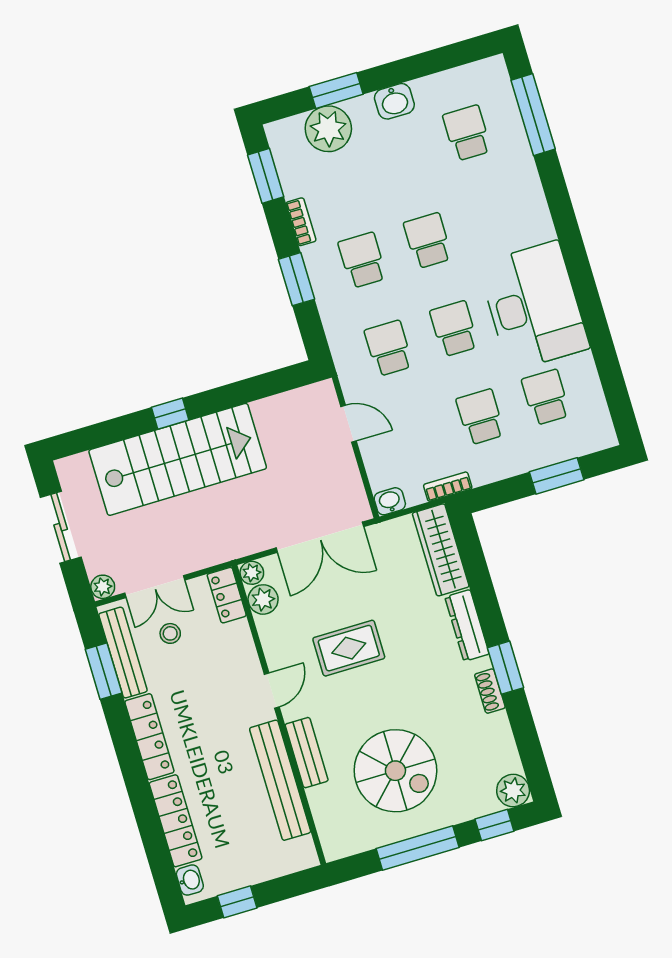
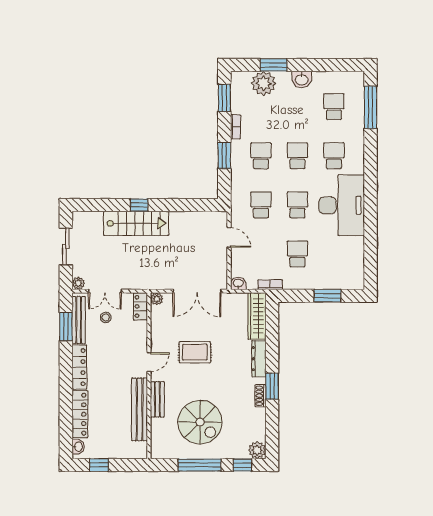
school desk: (546, 397) -> (334, 156), moved
stairs: (178, 459) -> (136, 223), width x0.73, depth x0.66
plant: (263, 599) -> (158, 314), removed

